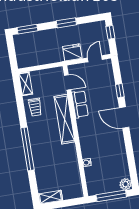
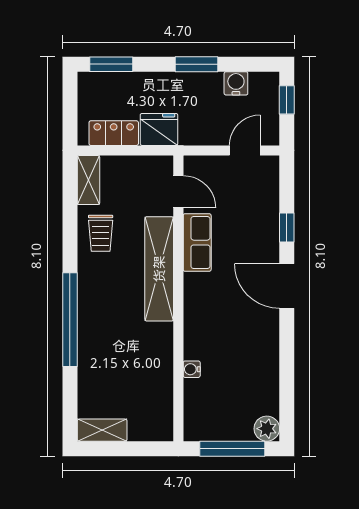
water cooler: (86, 29) -> (236, 83), added
fridge: (72, 52) -> (159, 129), moved
locker: (34, 60) -> (114, 133), added

